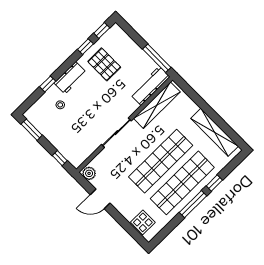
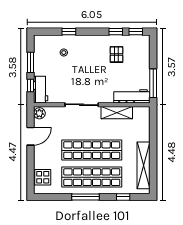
pallet: (104, 64) -> (116, 54), width x0.67, depth x0.71
workbench: (70, 78) -> (41, 90), moved, turned -90
shelving: (157, 105) -> (117, 113), width x0.68
window: (32, 130) -> (30, 62), moved
window: (214, 183) -> (123, 197), moved
door: (100, 199) -> (30, 136), swing flipped

